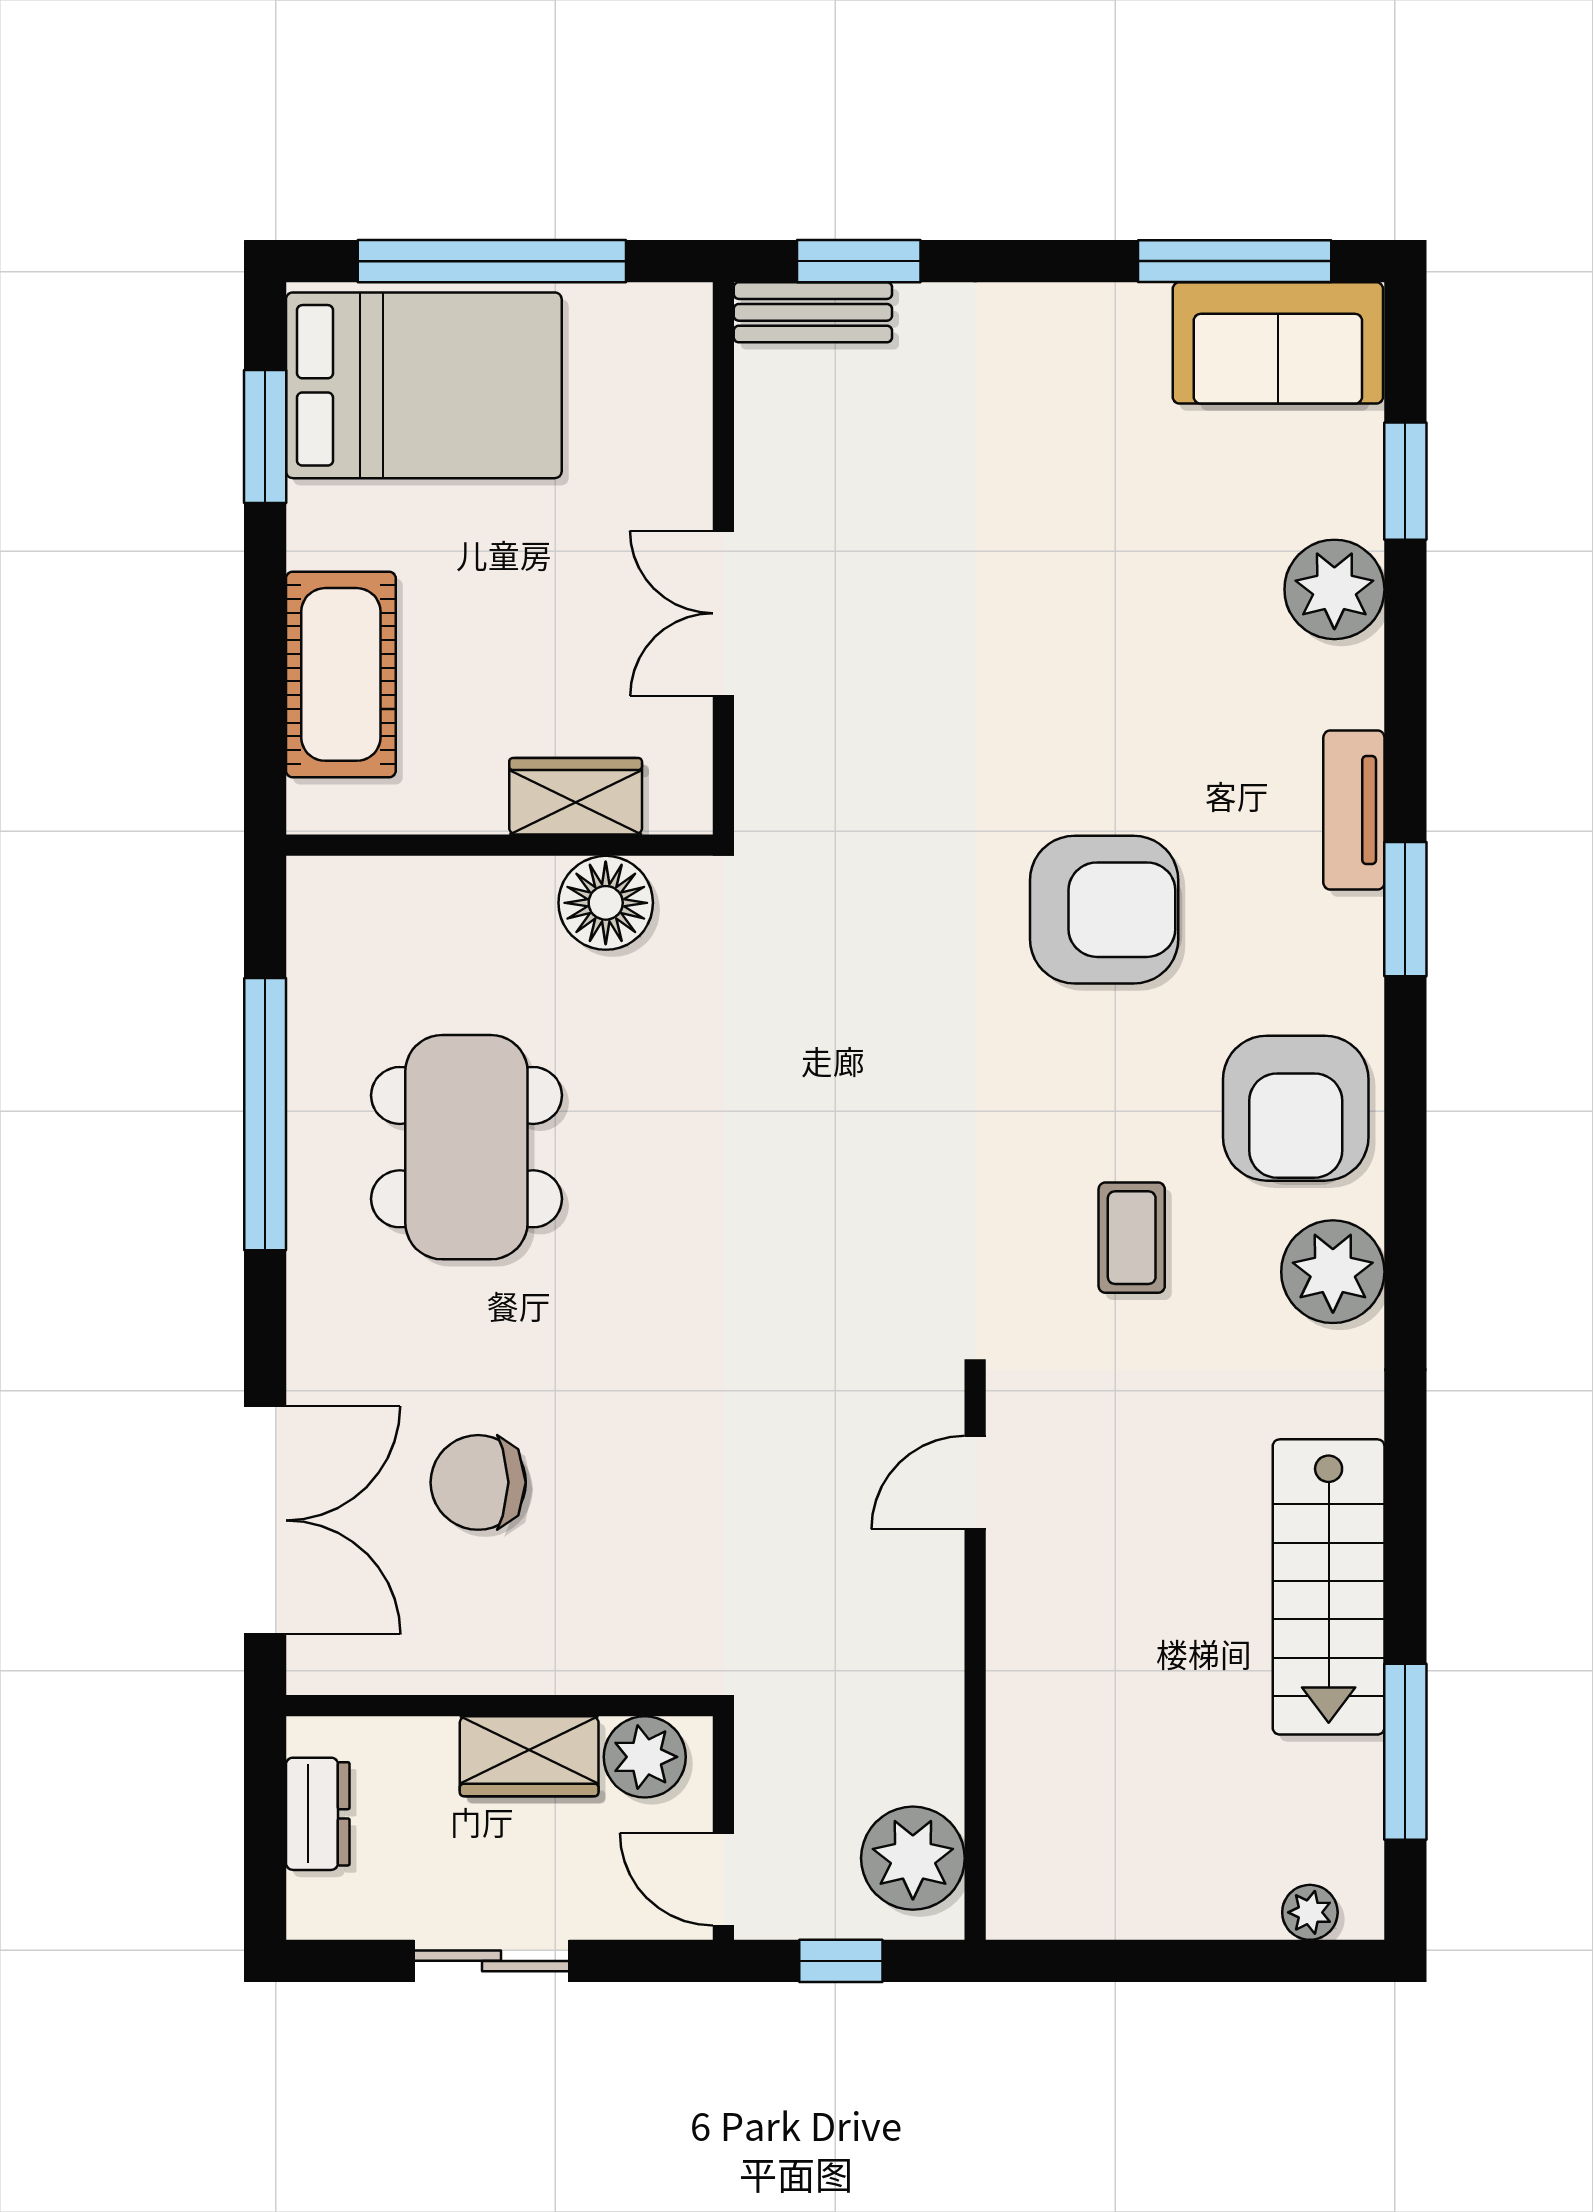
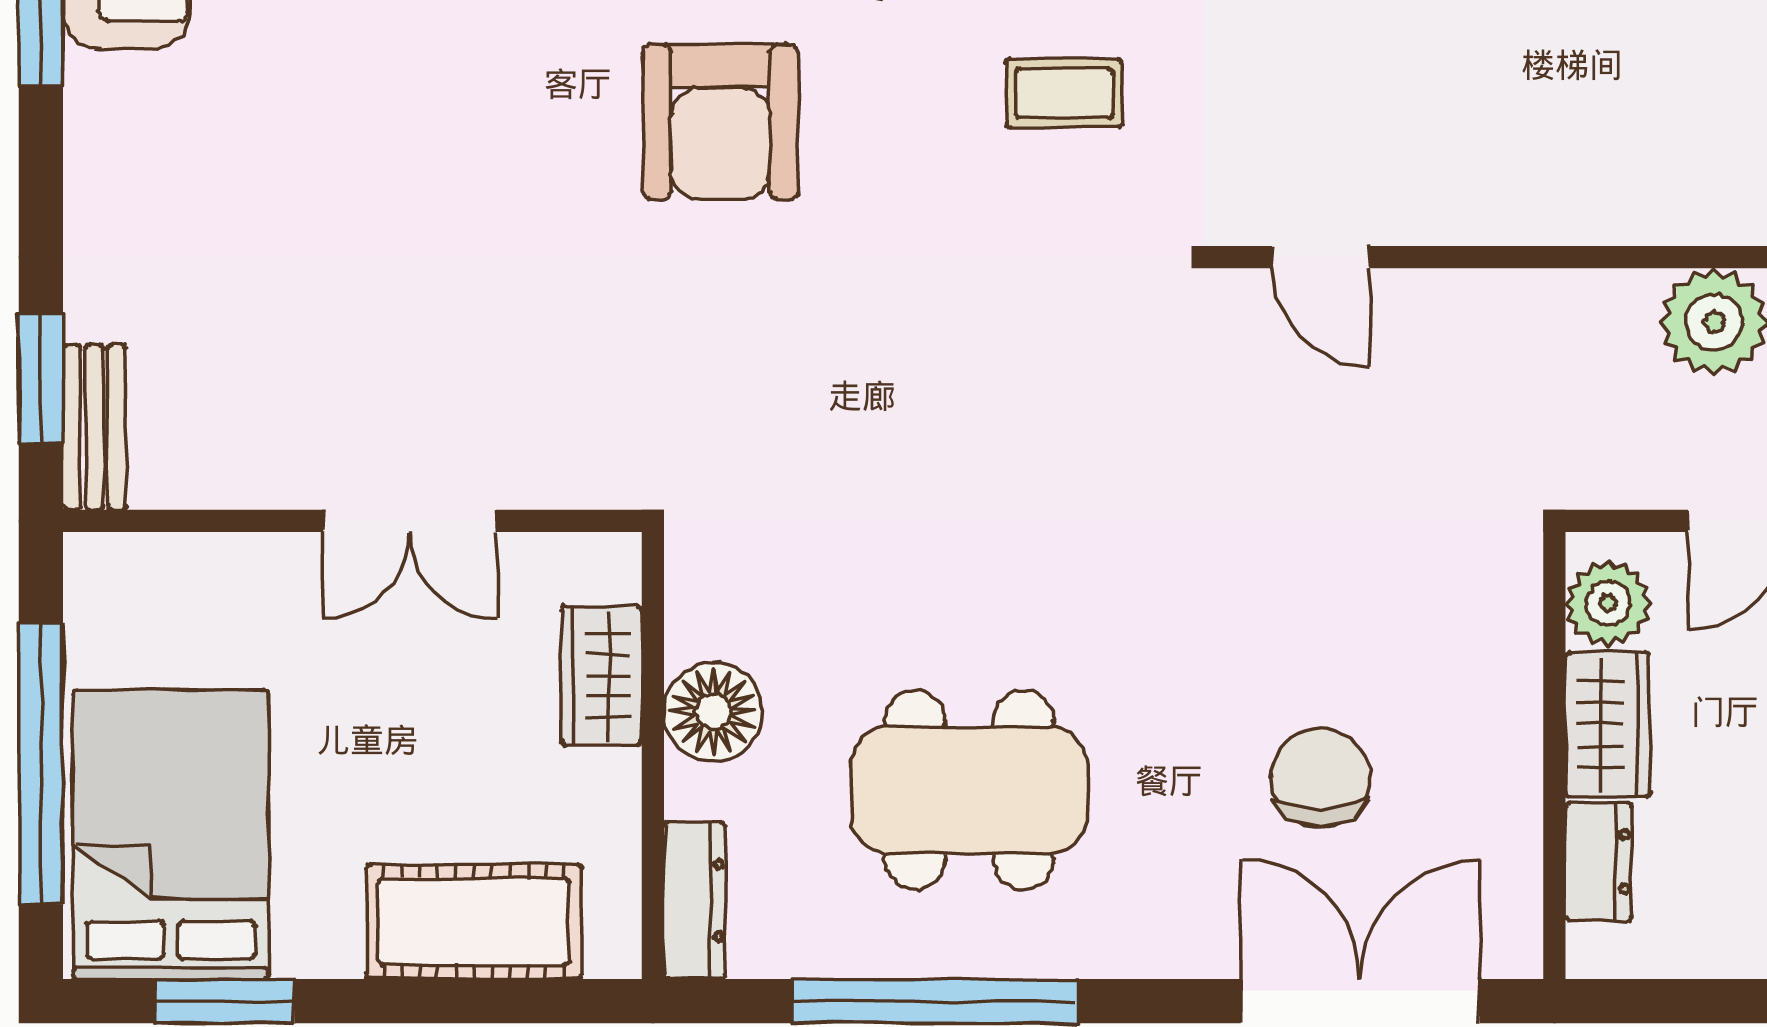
dresser: (361, 885) -> (695, 900), added
floor lamp: (606, 903) -> (713, 712), moved
armchair: (1104, 910) -> (720, 122), turned 180
chair: (478, 1482) -> (1321, 778), turned 180
dresser: (318, 1814) -> (1599, 862), moved, turned 90

